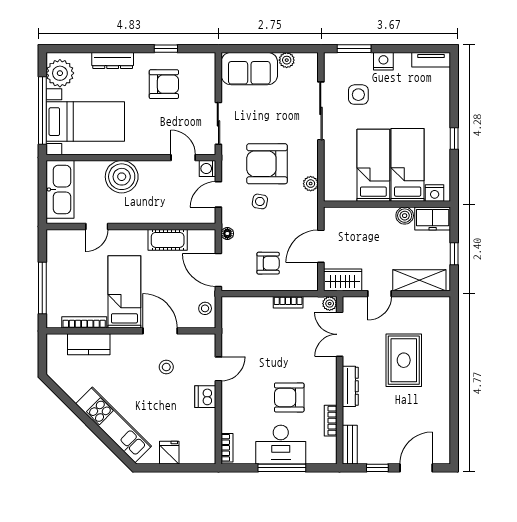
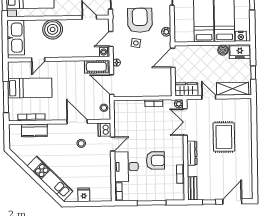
armchair: (267, 164) -> (140, 20), turned 90
washing machine: (207, 169) -> (105, 52), moved
cot: (168, 240) -> (96, 67), moved
door: (321, 246) -> (173, 58), moved
armchair: (268, 263) -> (141, 80), removed
bed: (124, 292) -> (30, 88), moved, turned 90
door: (380, 294) -> (209, 97), swing flipped
dishwasher: (205, 397) -> (104, 130), moved
armchair: (289, 397) -> (155, 160), turned 180
desk: (281, 445) -> (126, 167), moved, turned 90

